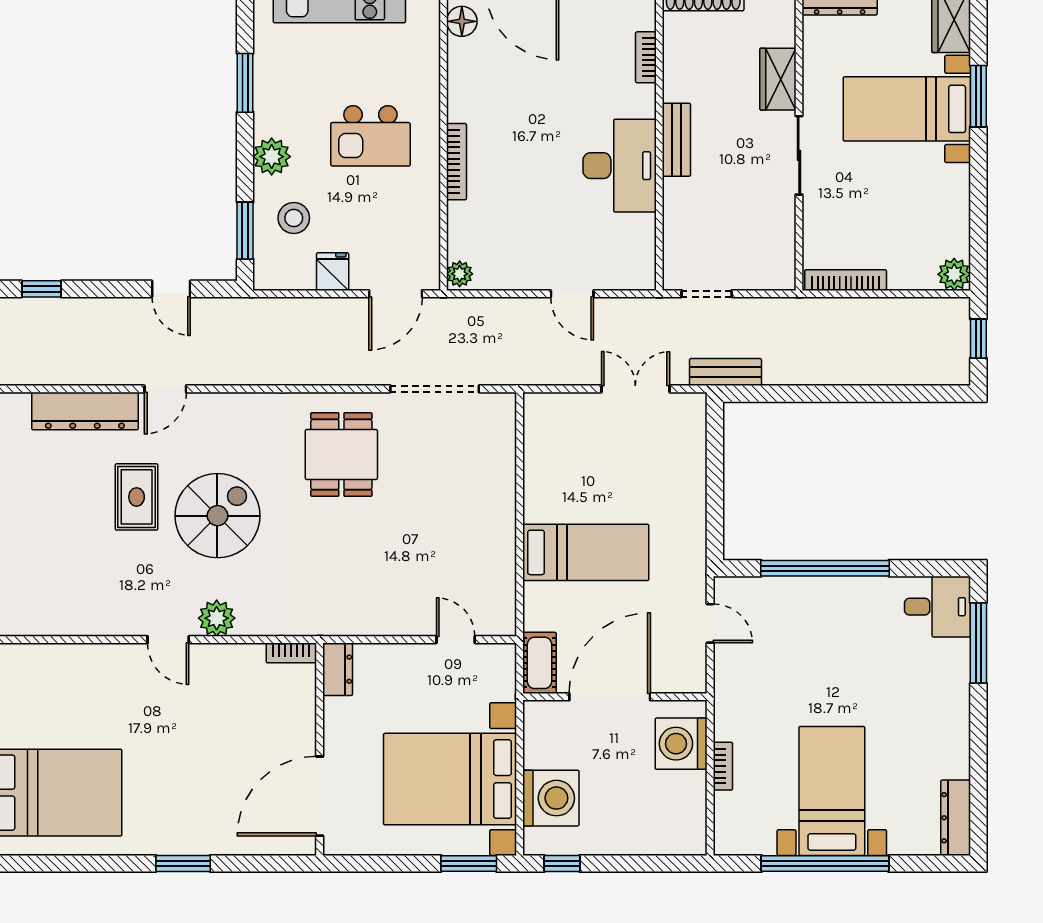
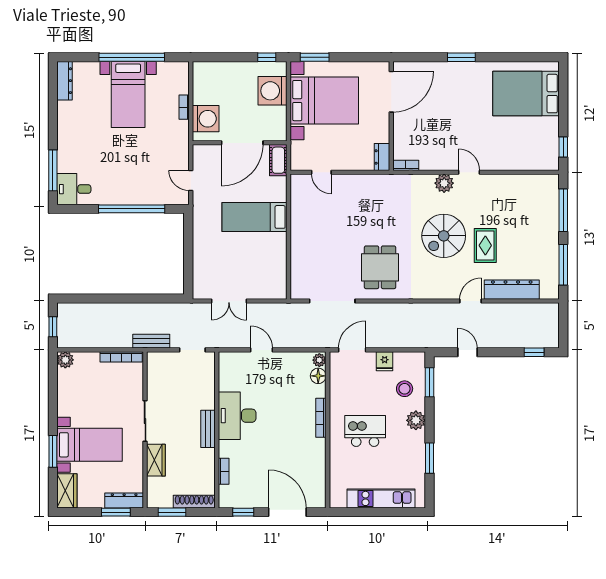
floor lamp: (462, 21) -> (318, 376), moved
bench: (725, 372) -> (151, 341), moved

